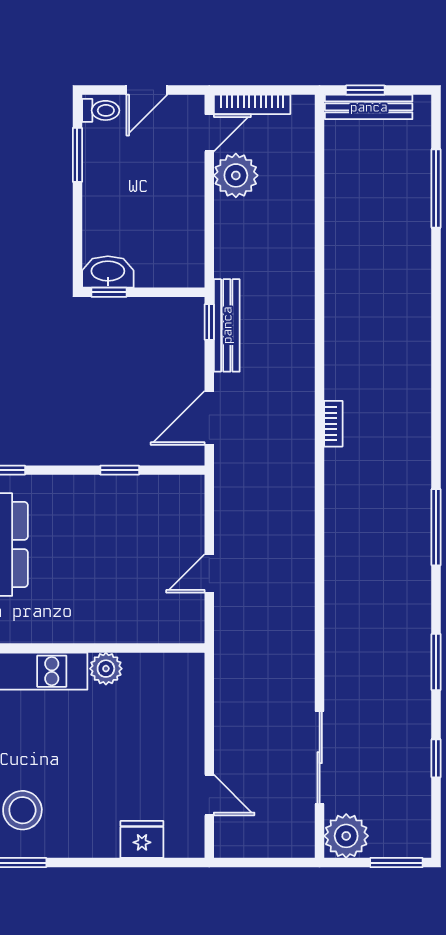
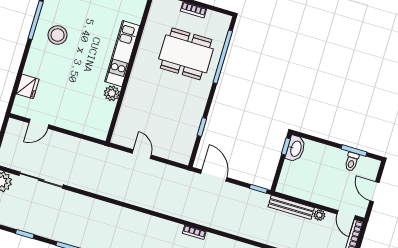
toilet: (101, 110) -> (352, 162), moved
plant: (236, 175) -> (319, 215), width x0.53, depth x0.53
bench: (227, 325) -> (291, 207), moved

